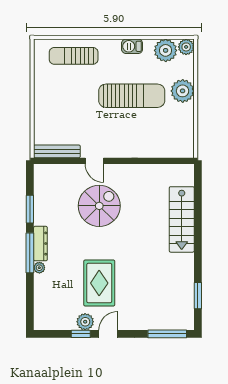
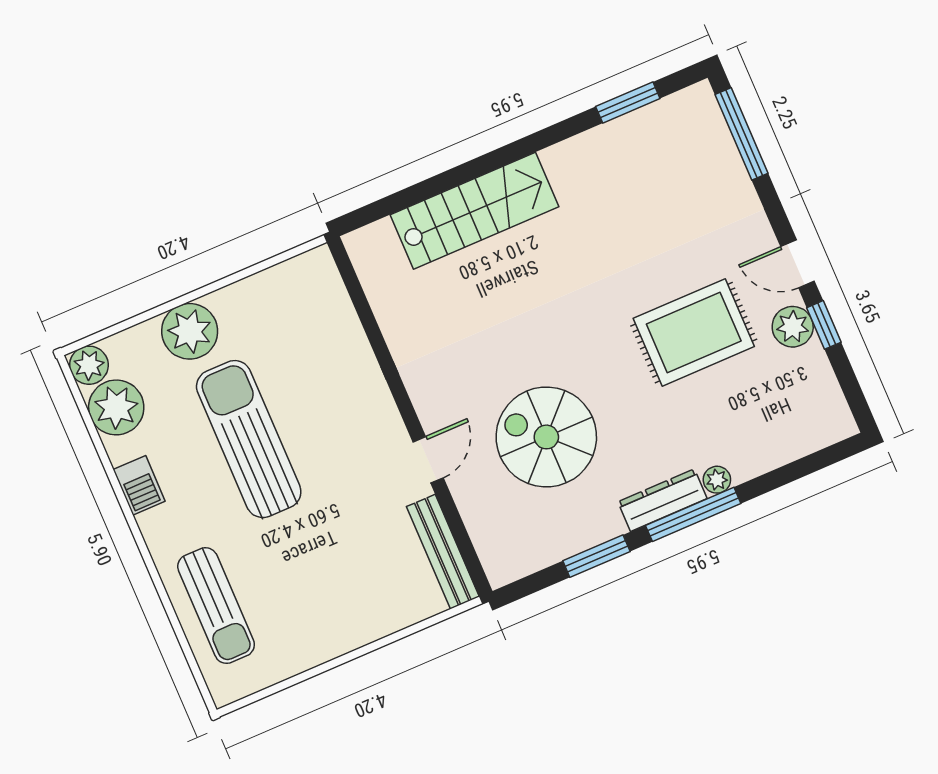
spiral stairs: (99, 206) -> (546, 437), moved

